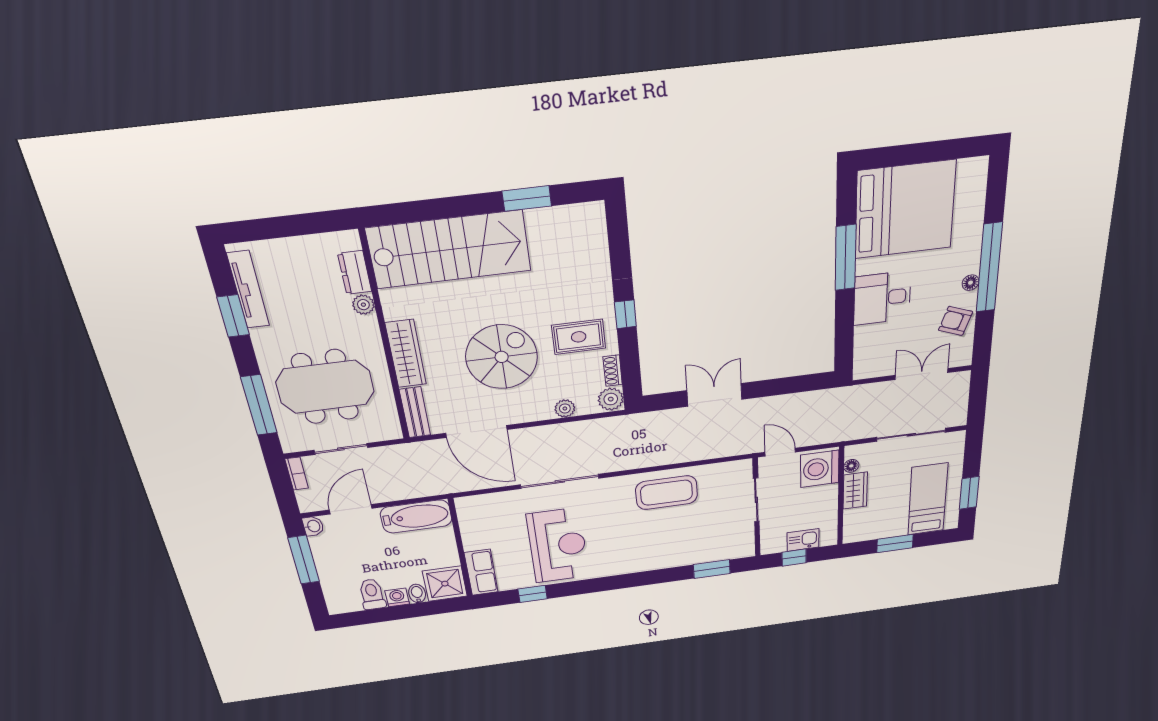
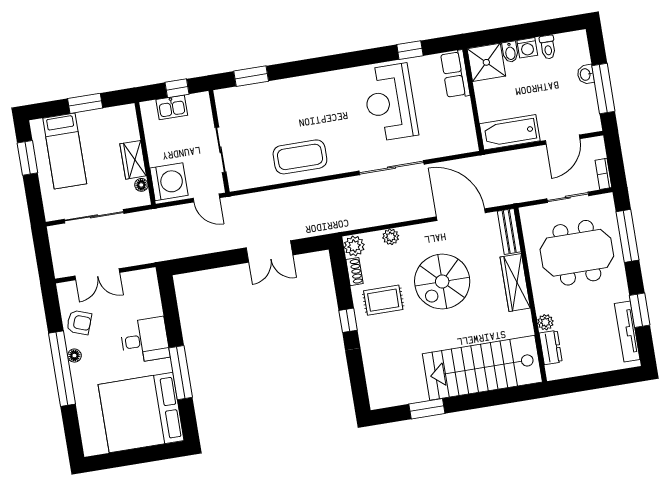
washbasin: (313, 526) -> (586, 74), moved
toilet: (372, 594) -> (548, 47), width x0.73, depth x0.72

